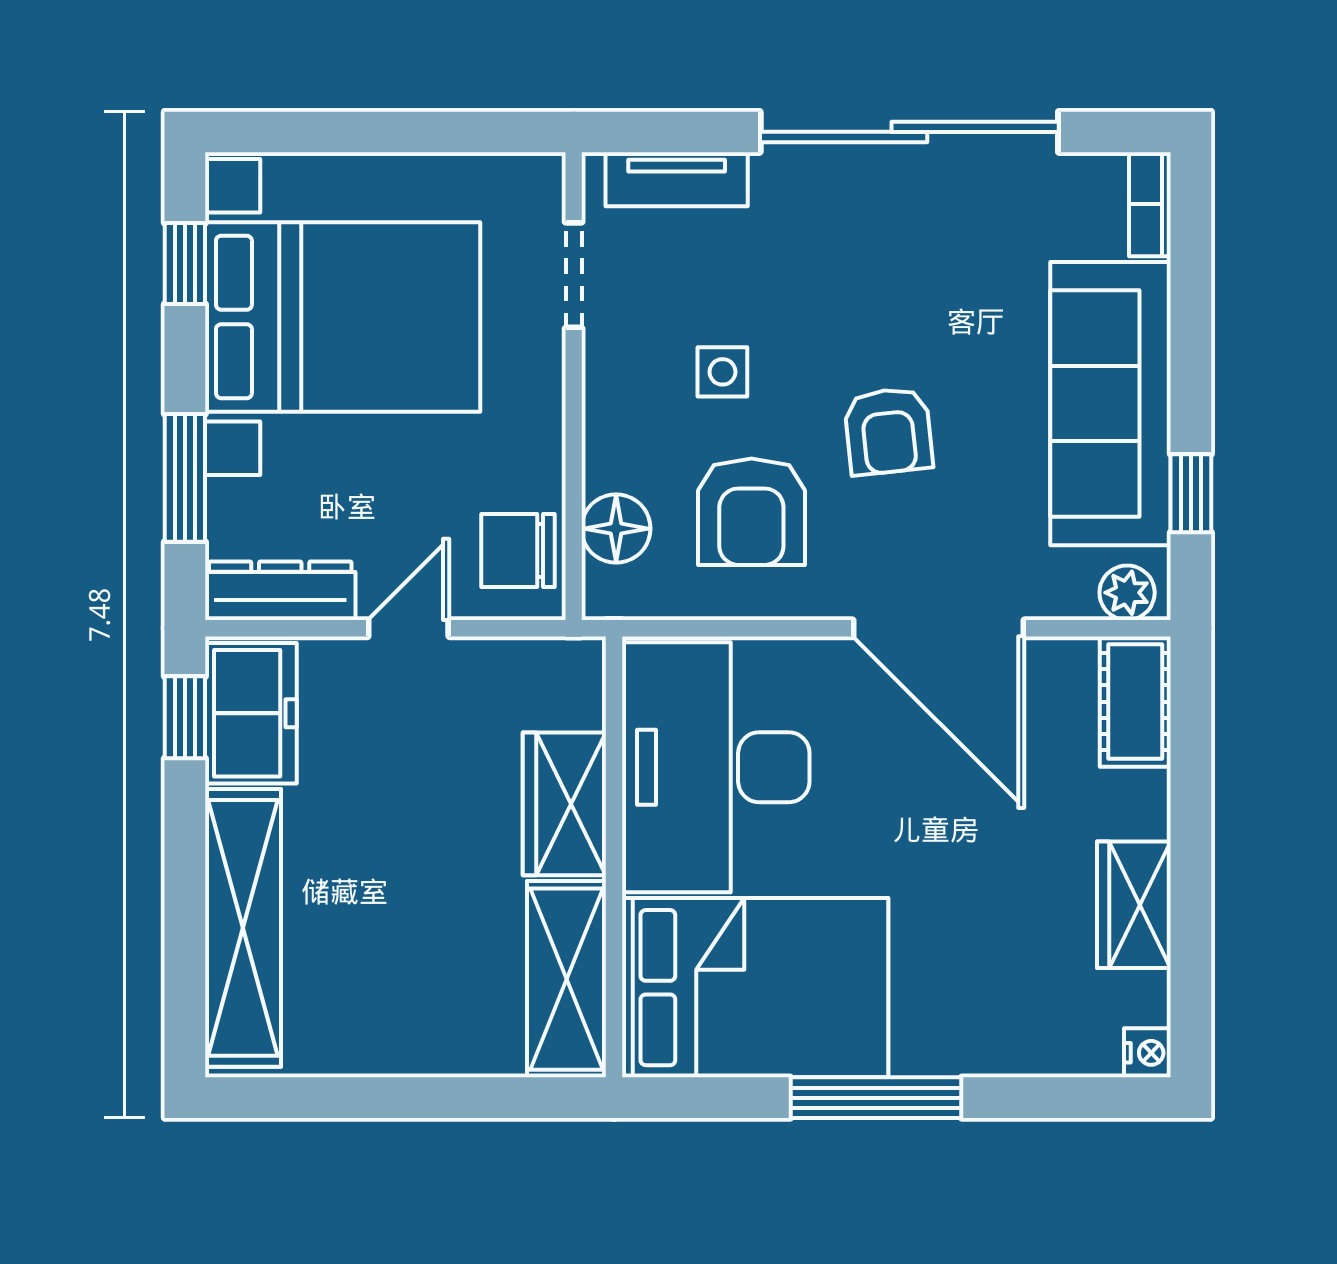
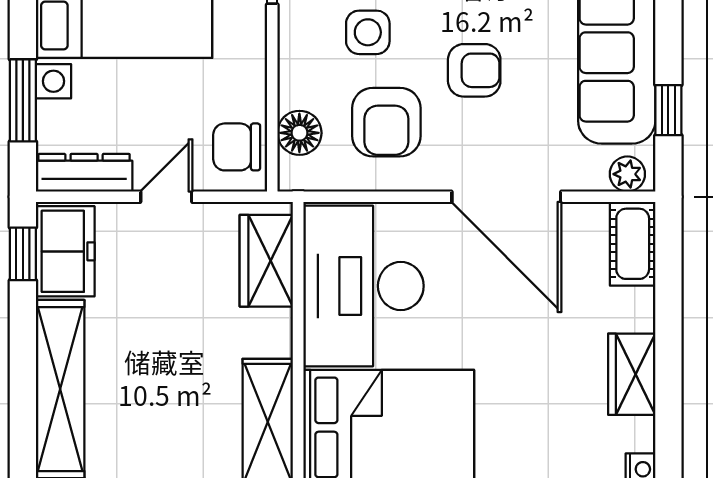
side table: (722, 372) -> (368, 32), width x1.37, depth x1.37
armchair: (888, 431) -> (474, 70), turned -84
wardrobe: (564, 804) -> (266, 261), moved

